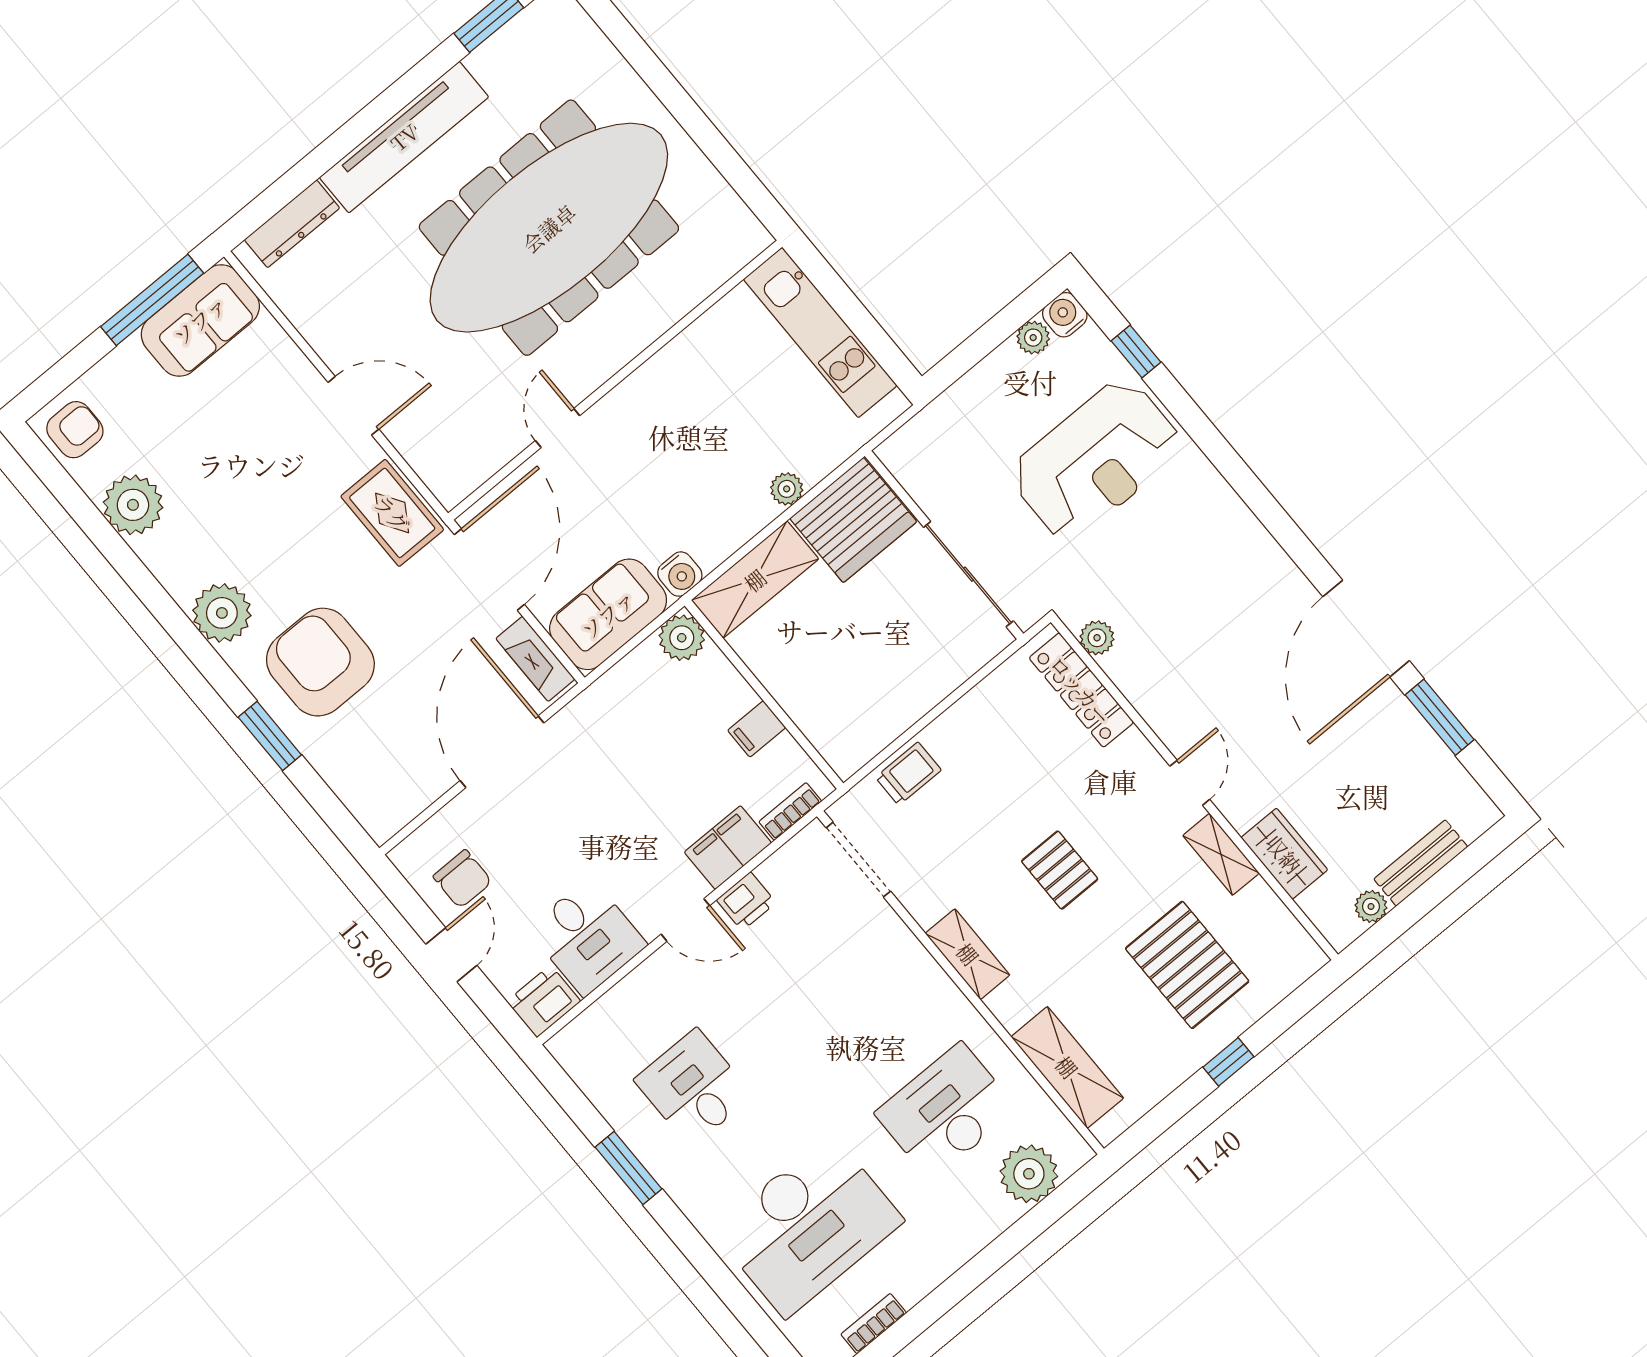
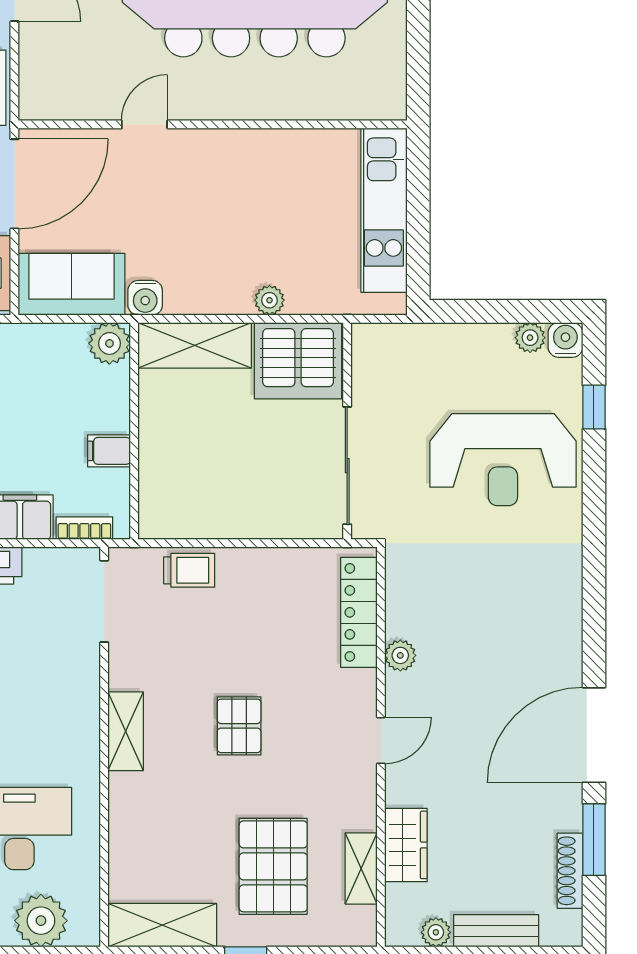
plant: (1097, 638) -> (400, 655), moved
shoe rack: (1441, 760) -> (570, 871), added
shelving: (1221, 854) -> (361, 869), moved
shelving: (1067, 1067) -> (162, 925), moved, turned 90

